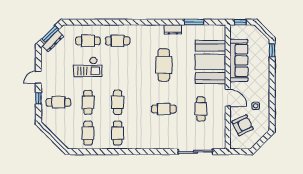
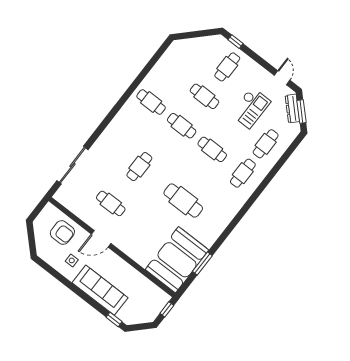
dresser: (173, 30) -> (211, 237), removed
sofa: (239, 60) -> (100, 290), moved, turned 180
booth: (210, 62) -> (177, 260), moved, turned 90
checkout: (88, 67) -> (251, 108), moved, turned 180
door: (39, 77) -> (282, 78), moved
window: (39, 98) -> (236, 42), moved
armchair: (243, 125) -> (62, 232), turned -64
cafe table: (88, 133) -> (212, 149), moved

